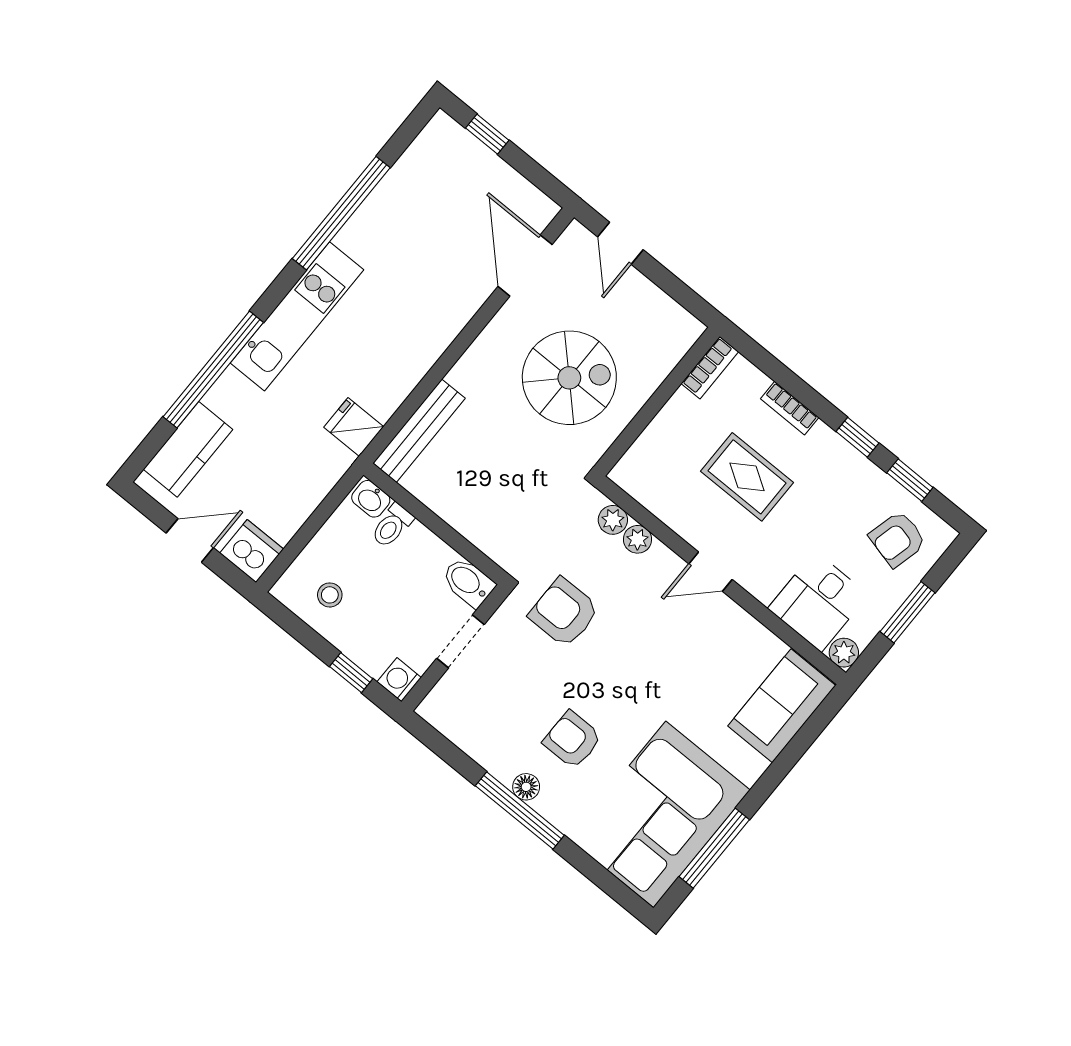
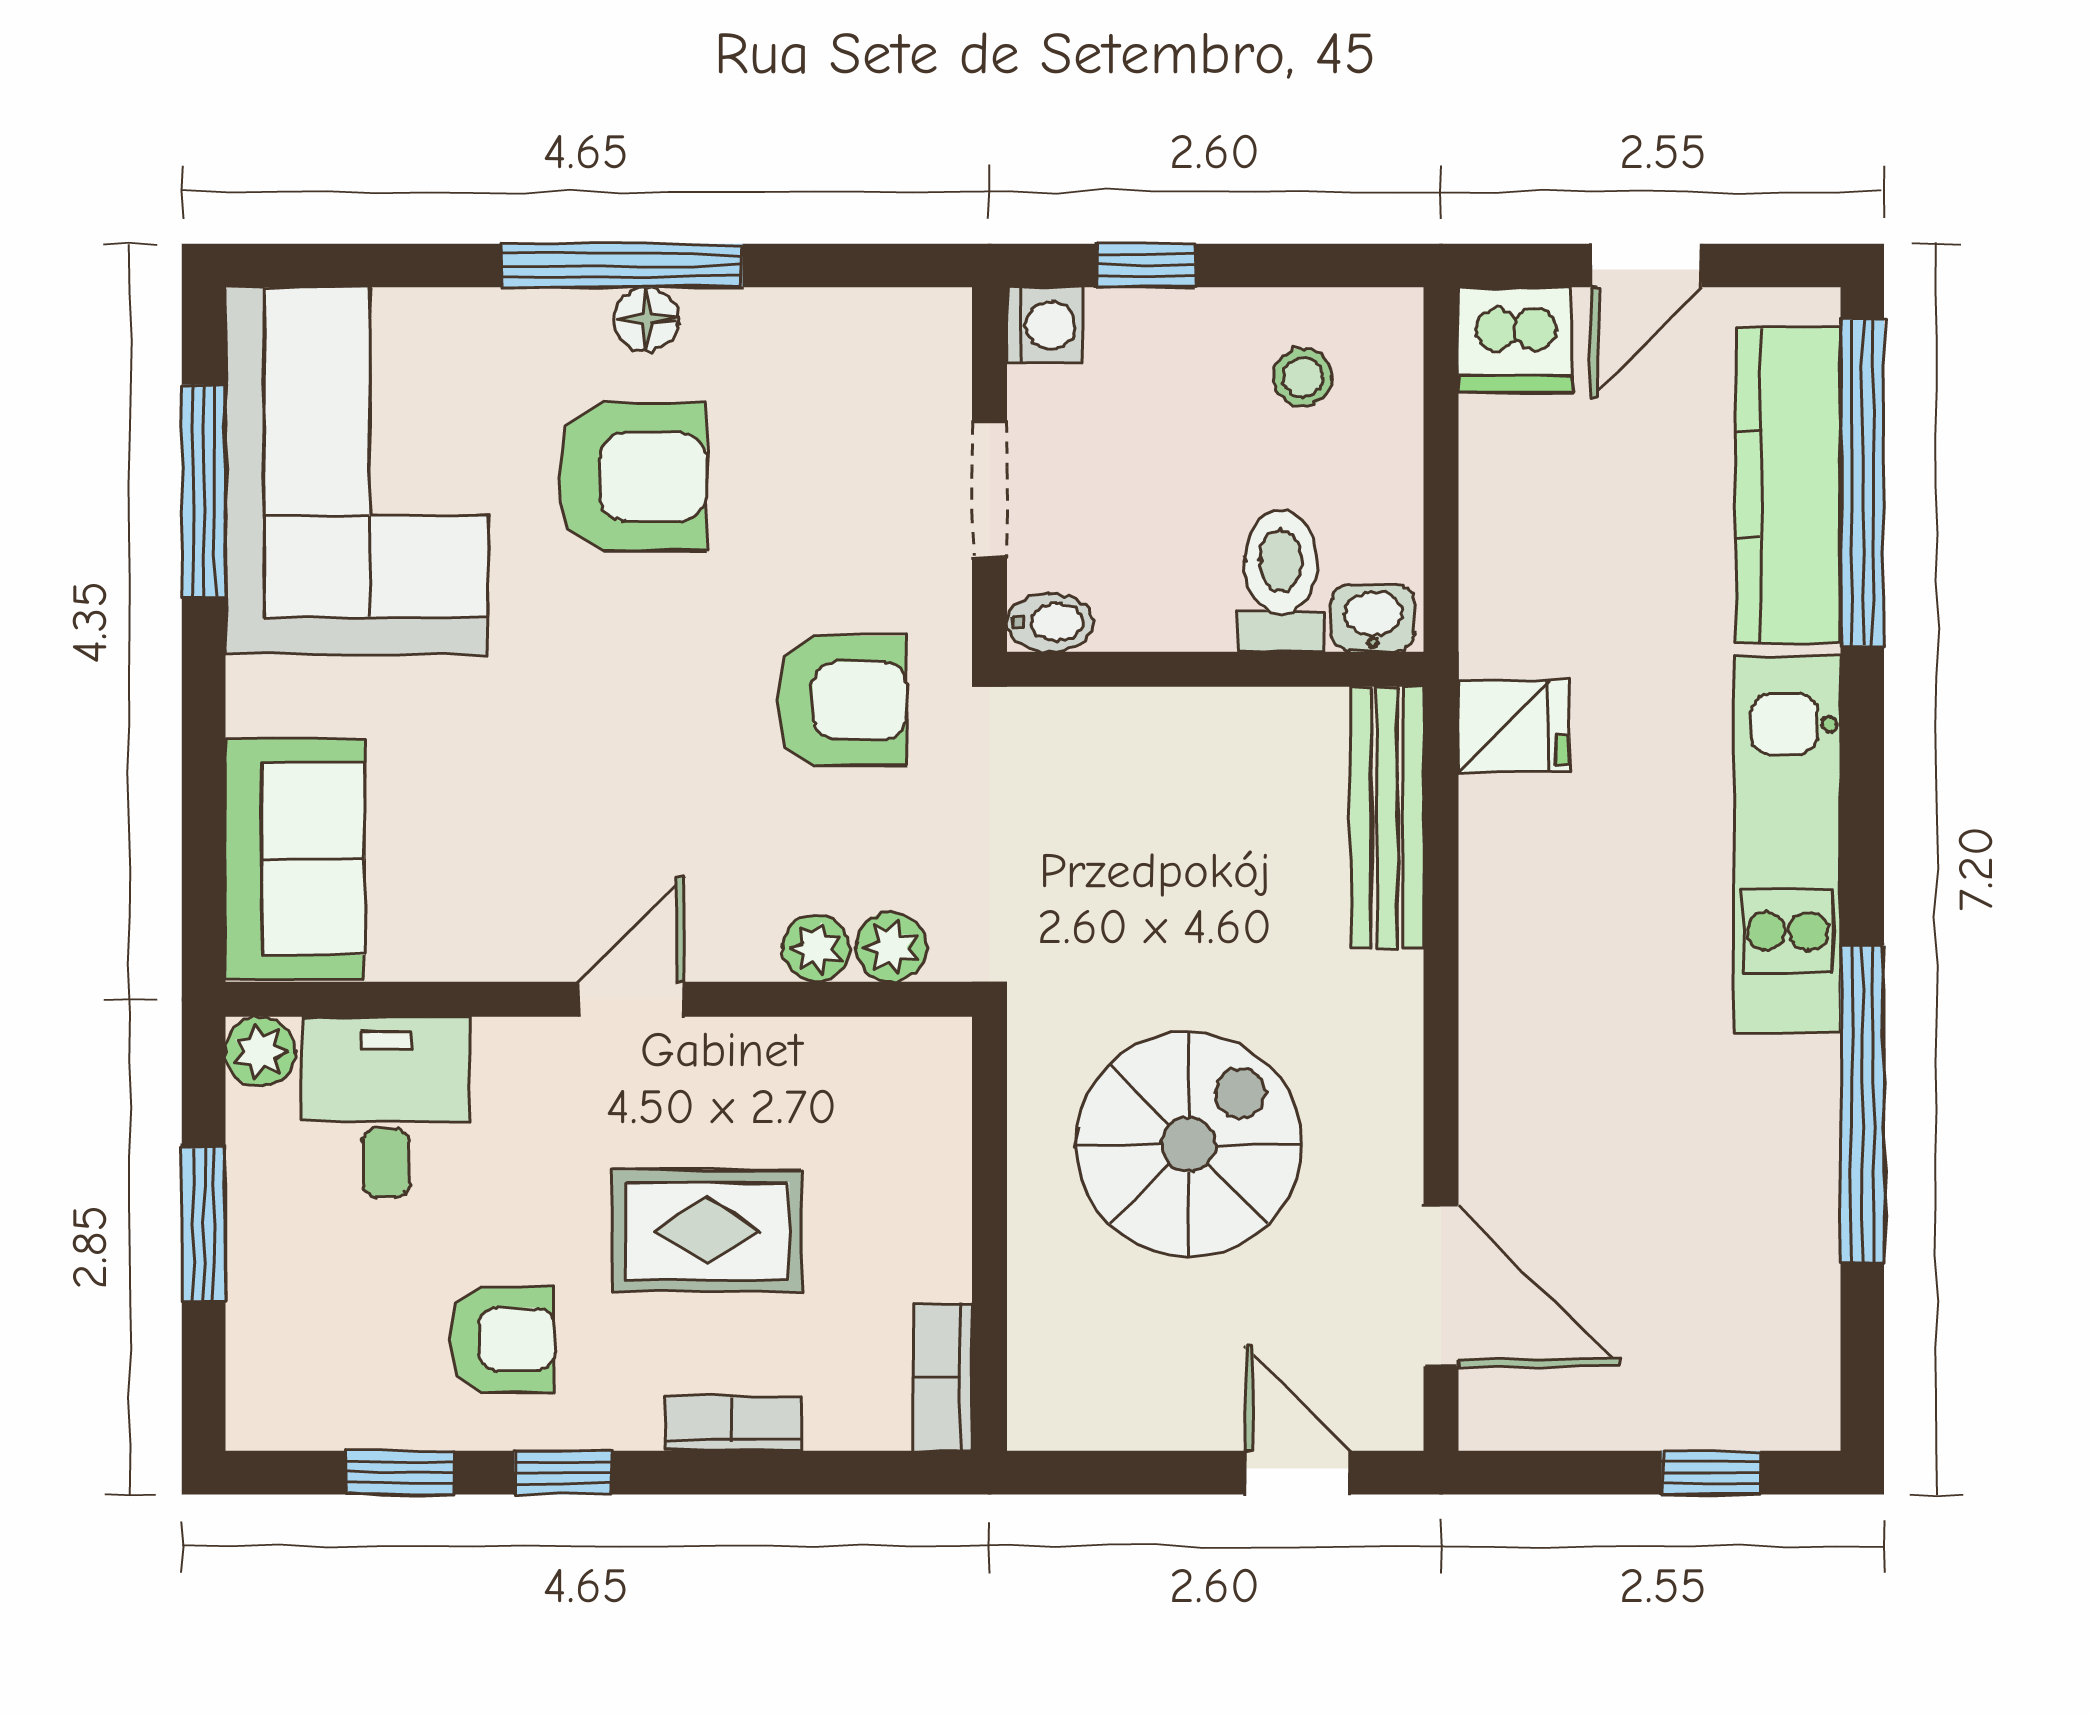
window: (213, 370) -> (1862, 482), moved
spiral stairs: (569, 378) -> (1188, 1145), turned 180
kitchen counter: (188, 449) -> (1788, 485), width x1.50
toilet: (392, 526) -> (1281, 581), width x1.37, depth x1.39
armchair: (898, 539) -> (502, 1339), moved, turned 76
bidet: (468, 582) -> (1050, 623), width x0.72, depth x0.74
armchair: (572, 740) -> (632, 477), width x1.38, depth x1.38

